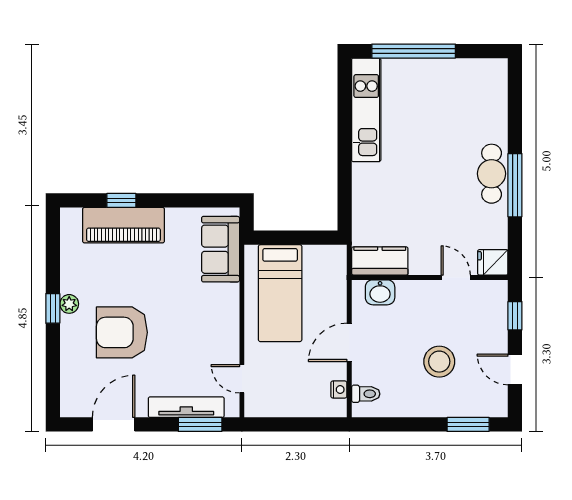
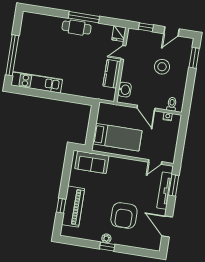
kitchen counter: (380, 261) -> (112, 74), moved

